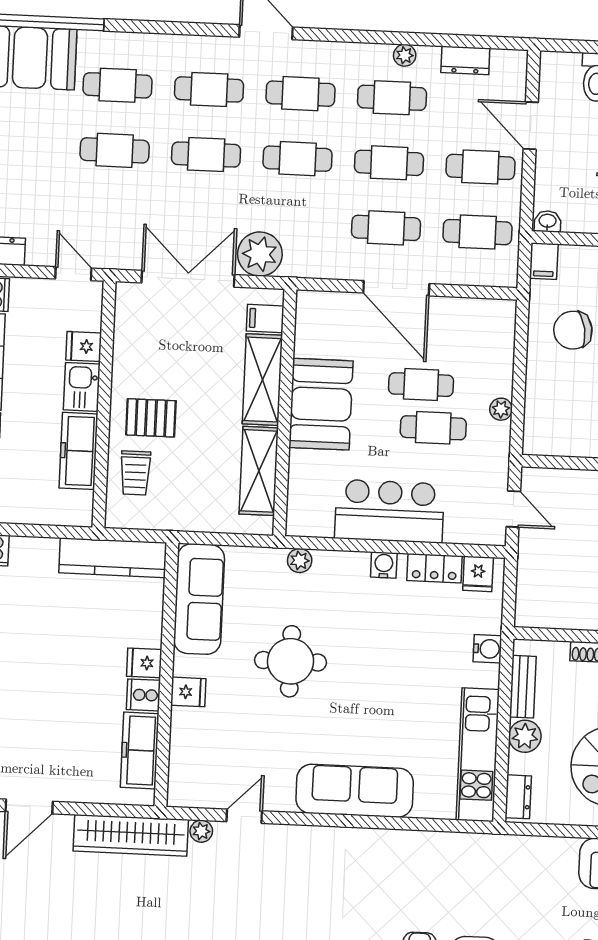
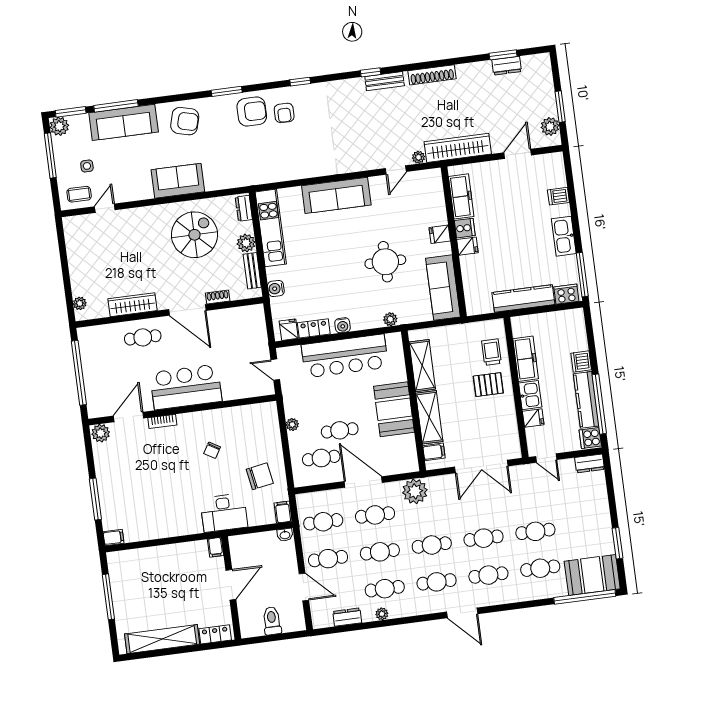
plant: (260, 254) -> (415, 491), moved
cafe table: (433, 428) -> (321, 458), moved
bar counter: (389, 511) -> (345, 356), width x1.36
kitchen counter: (113, 558) -> (523, 298), moved

